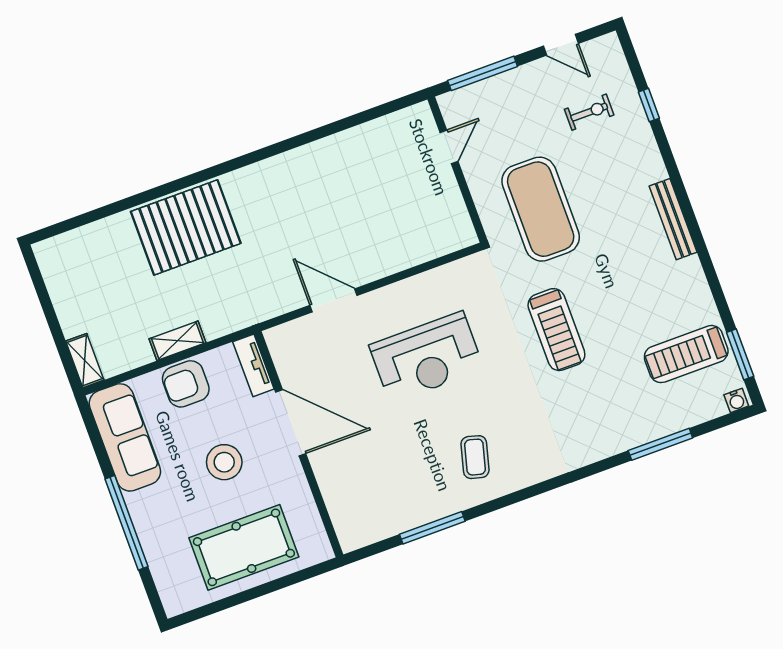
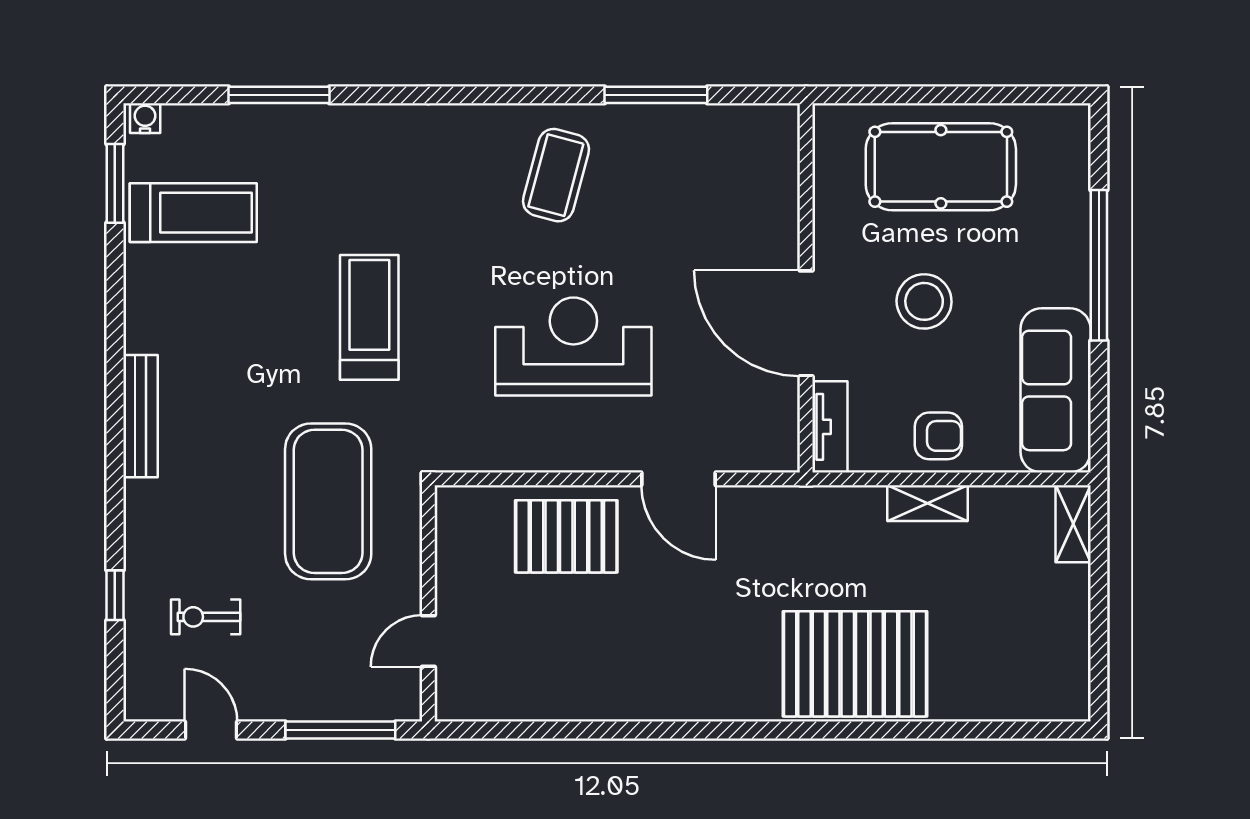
pallet: (389, 241) -> (566, 536), added
armchair: (186, 384) -> (938, 436), width x0.72, depth x0.72
coffee table: (475, 457) -> (556, 175), width x1.36, depth x1.30

